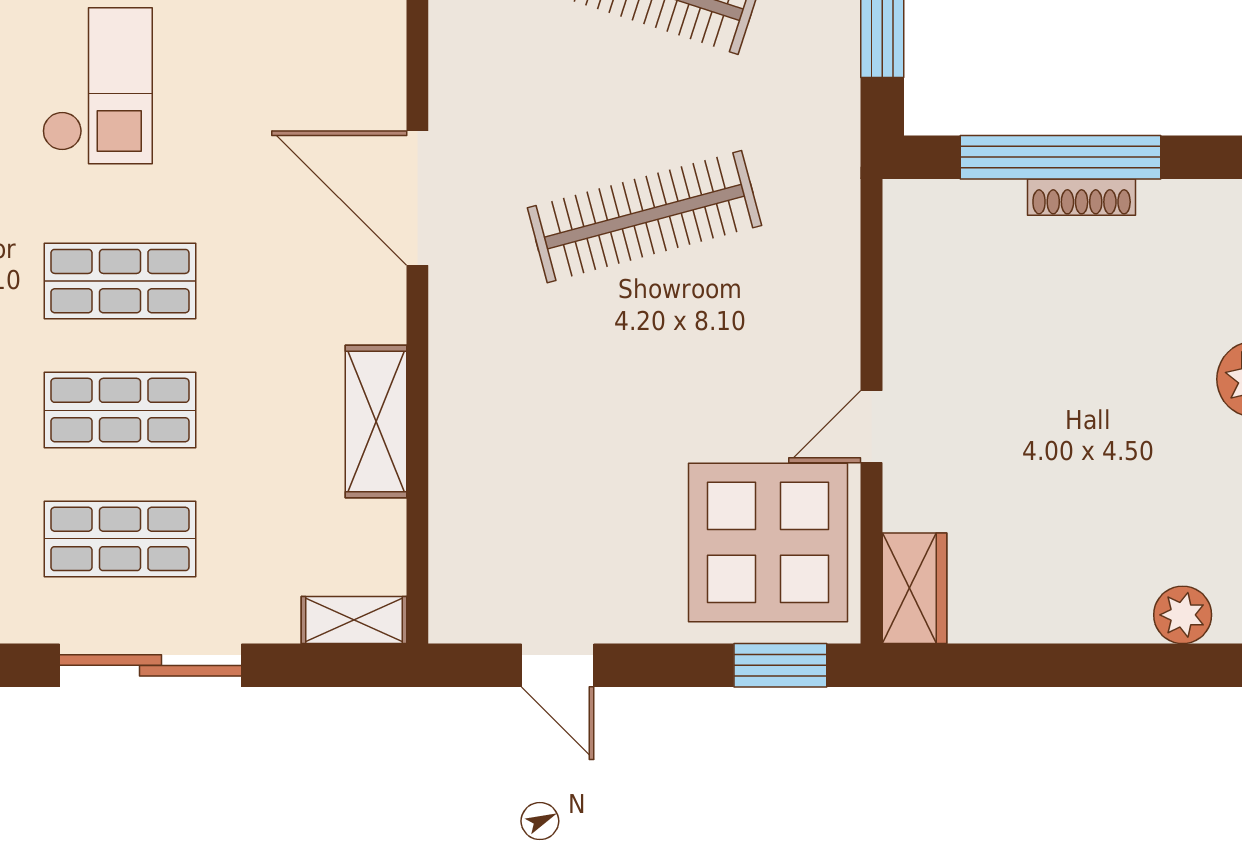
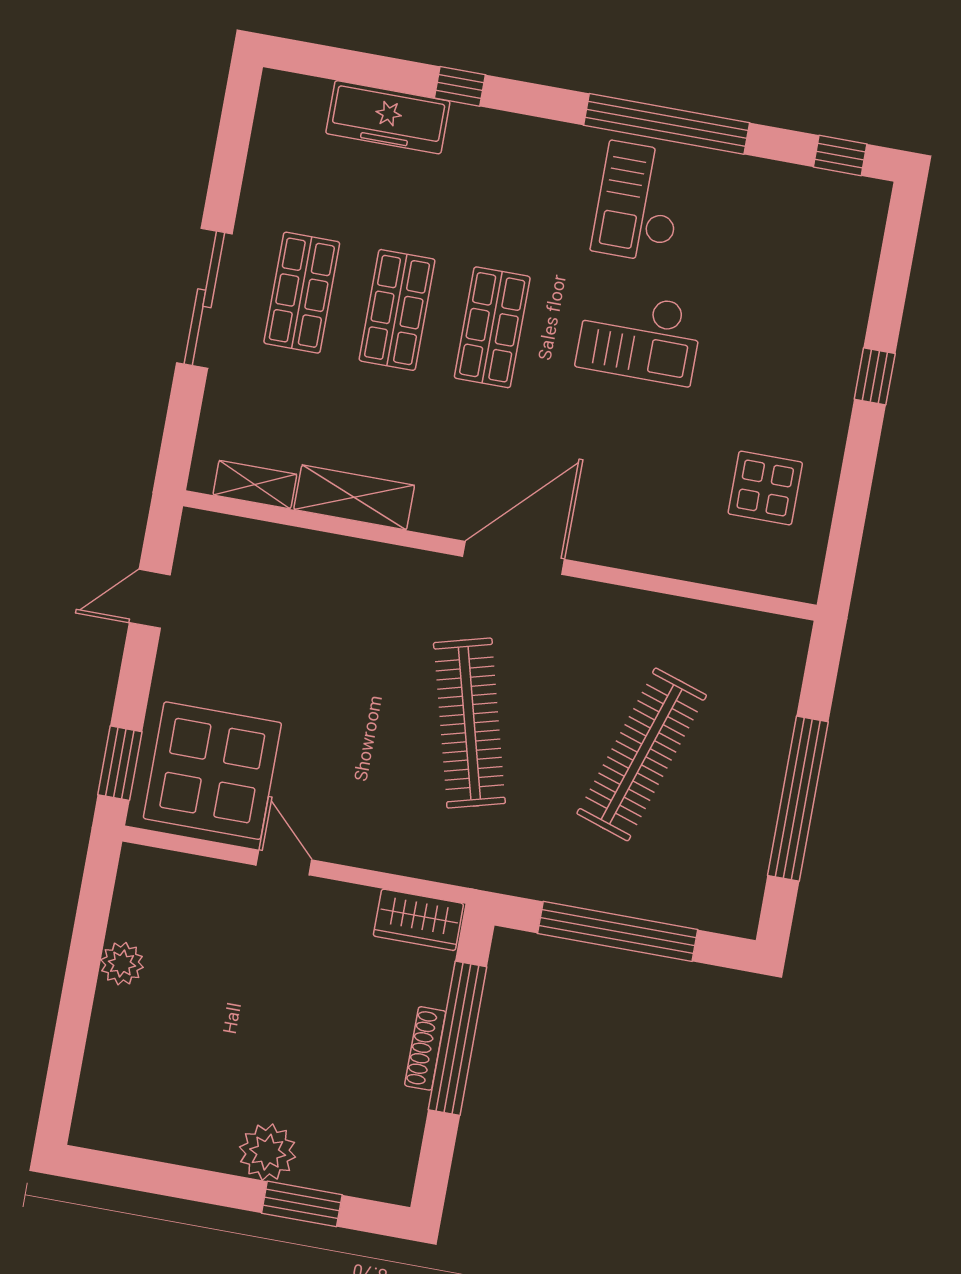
wardrobe: (914, 588) -> (418, 920), moved
plant: (1183, 615) -> (122, 964), moved
shelving: (354, 620) -> (255, 485), moved, turned 90

